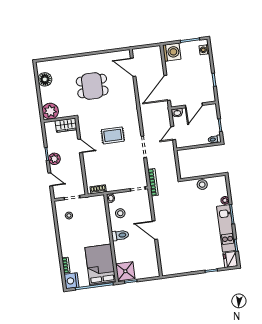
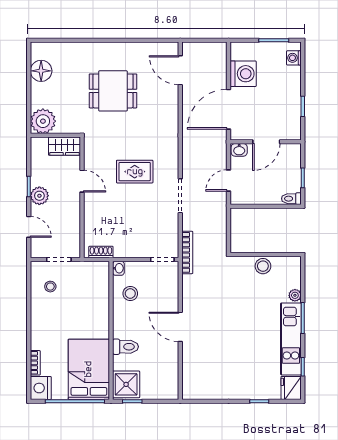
washing machine: (172, 52) -> (243, 74), moved
toilet: (120, 235) -> (125, 347), moved

